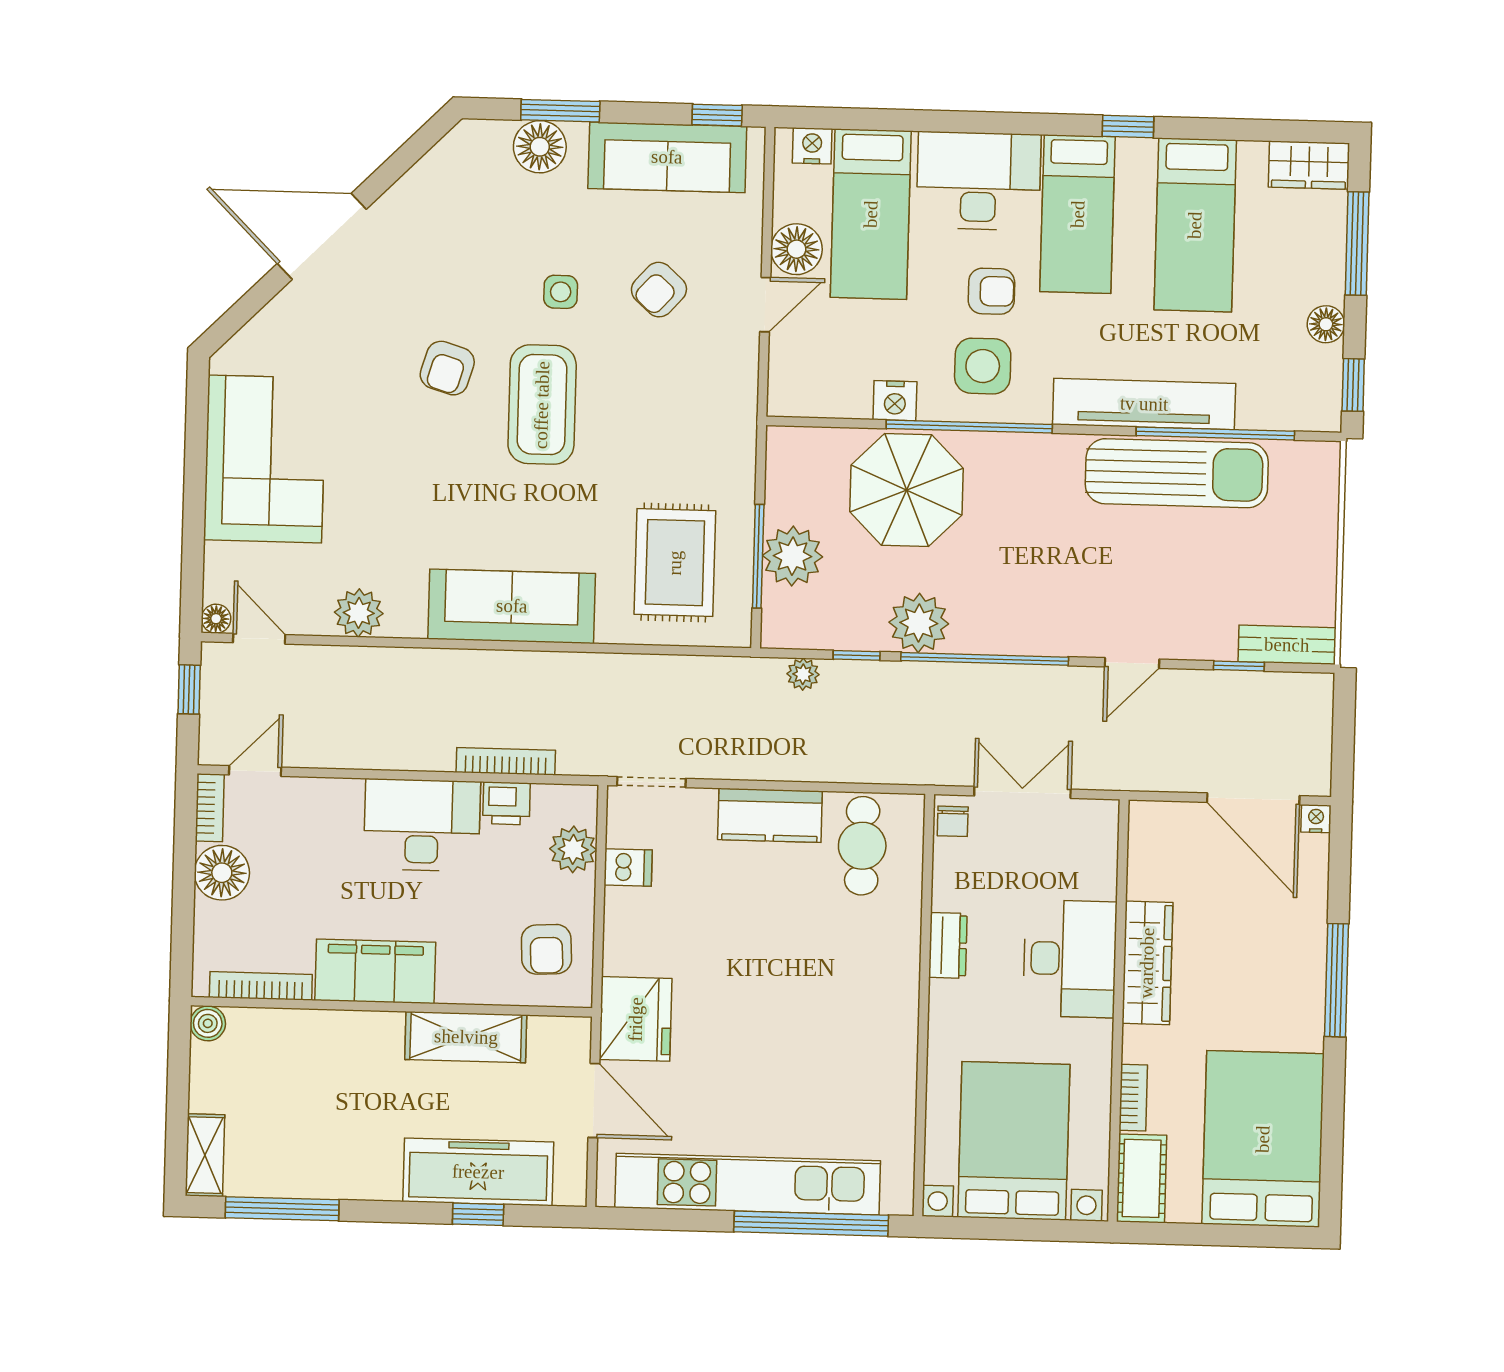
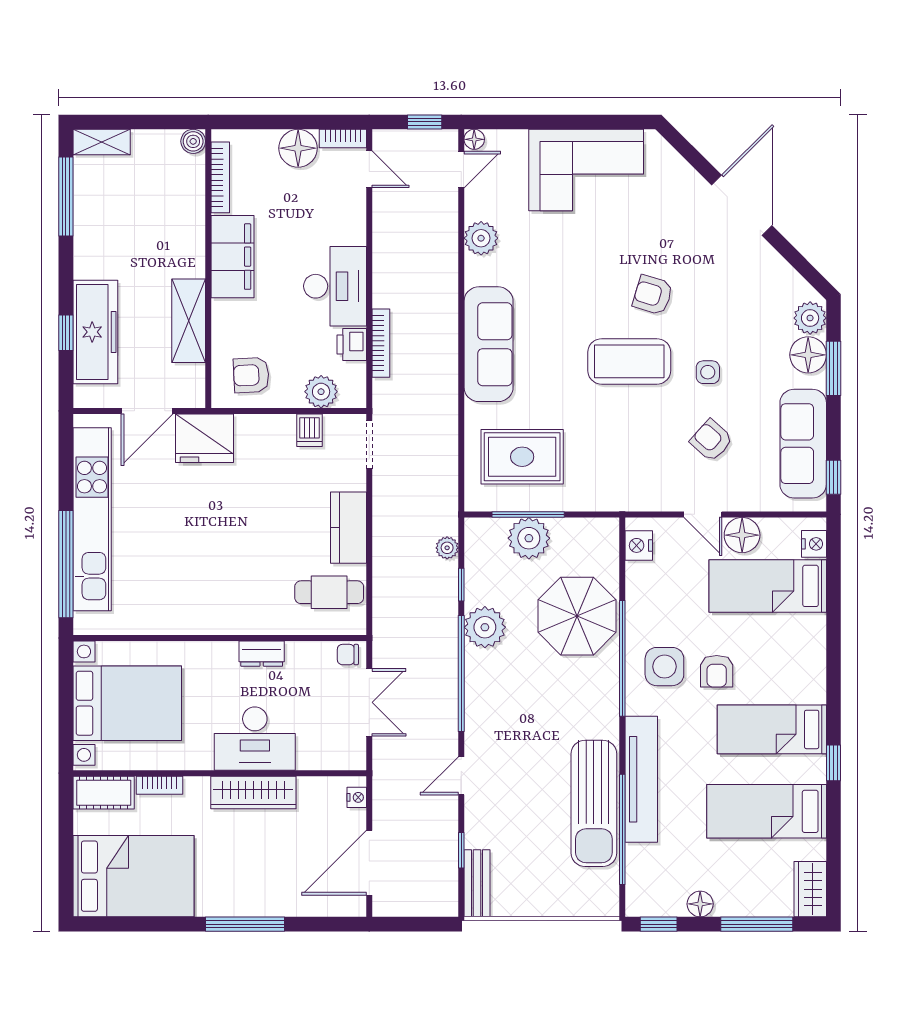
plant: (487, 142) -> (810, 318), added
desk: (978, 181) -> (793, 660), removed
nightstand: (895, 401) -> (639, 545), moved
door: (1132, 663) -> (461, 776), hinge flipped
nightstand: (1316, 819) -> (357, 797), moved

